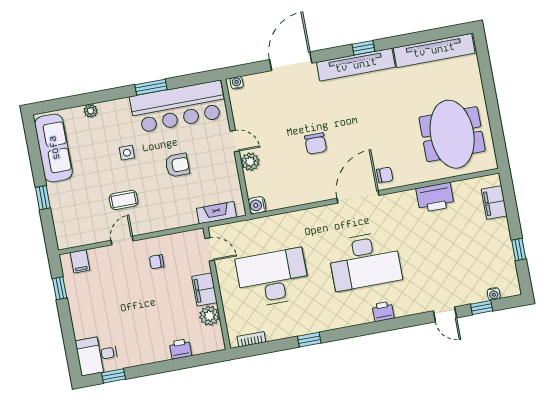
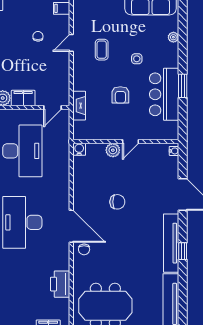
bar counter: (178, 107) -> (164, 94), width x0.73
chair: (316, 144) -> (117, 202), turned 180
fireplace: (217, 213) -> (79, 106), moved
door: (122, 241) -> (71, 43), swing flipped
chair: (157, 262) -> (38, 36), moved

